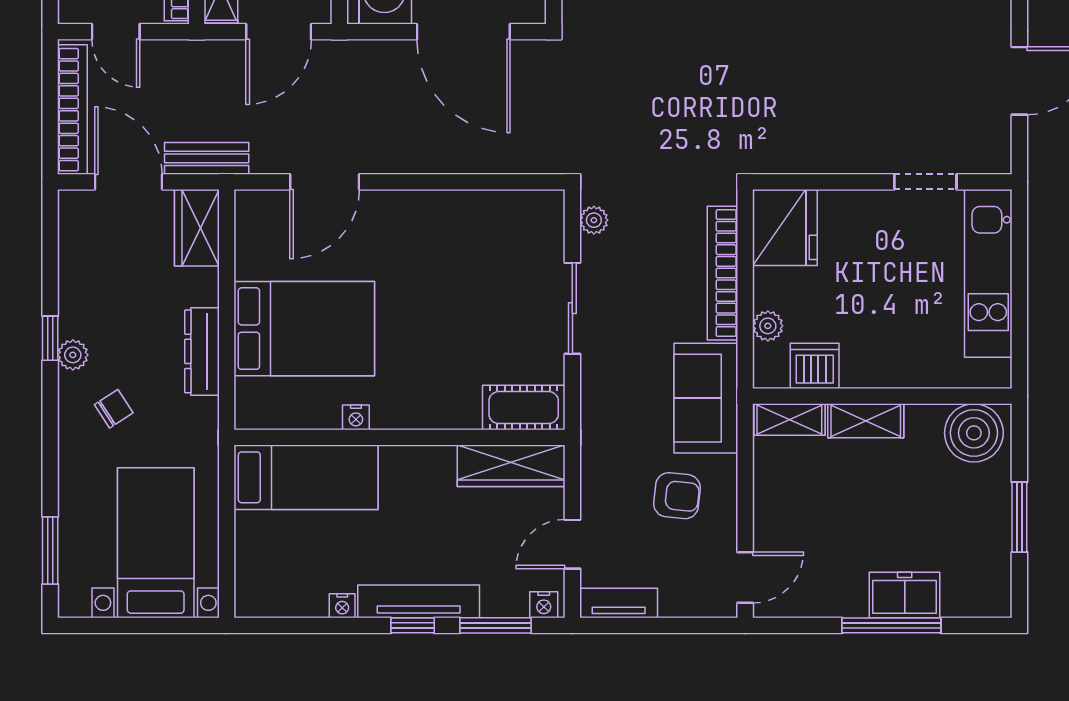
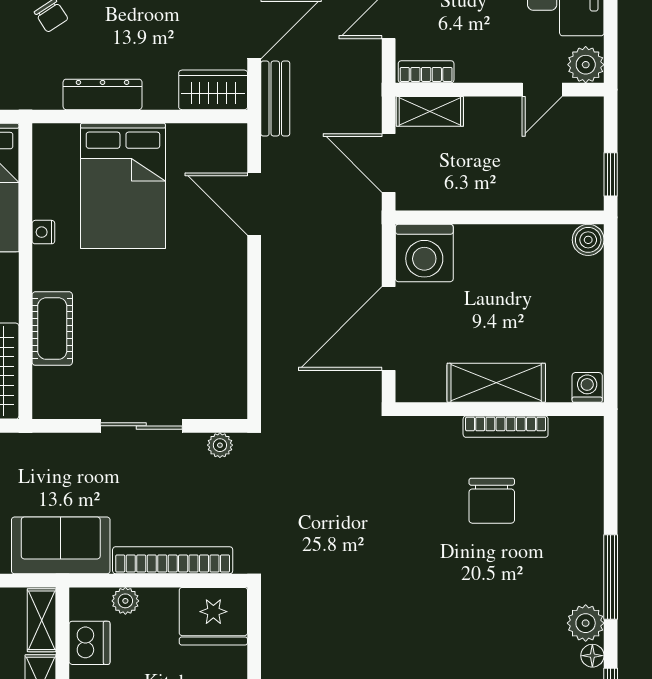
cot: (524, 408) -> (52, 329), moved

